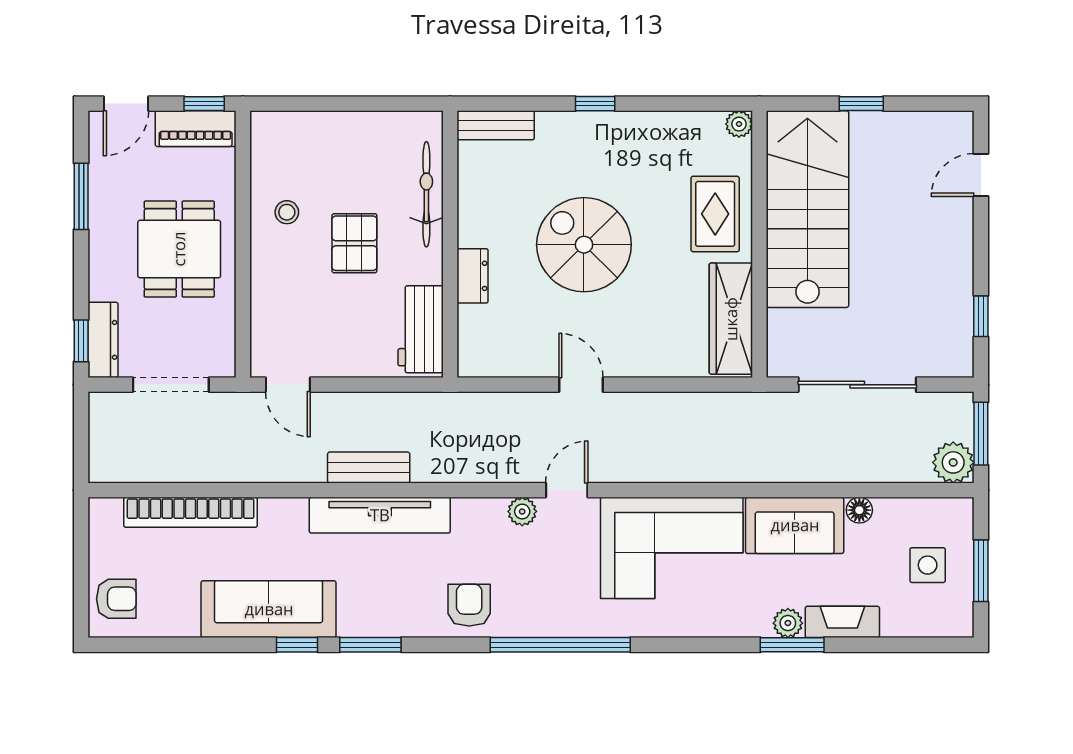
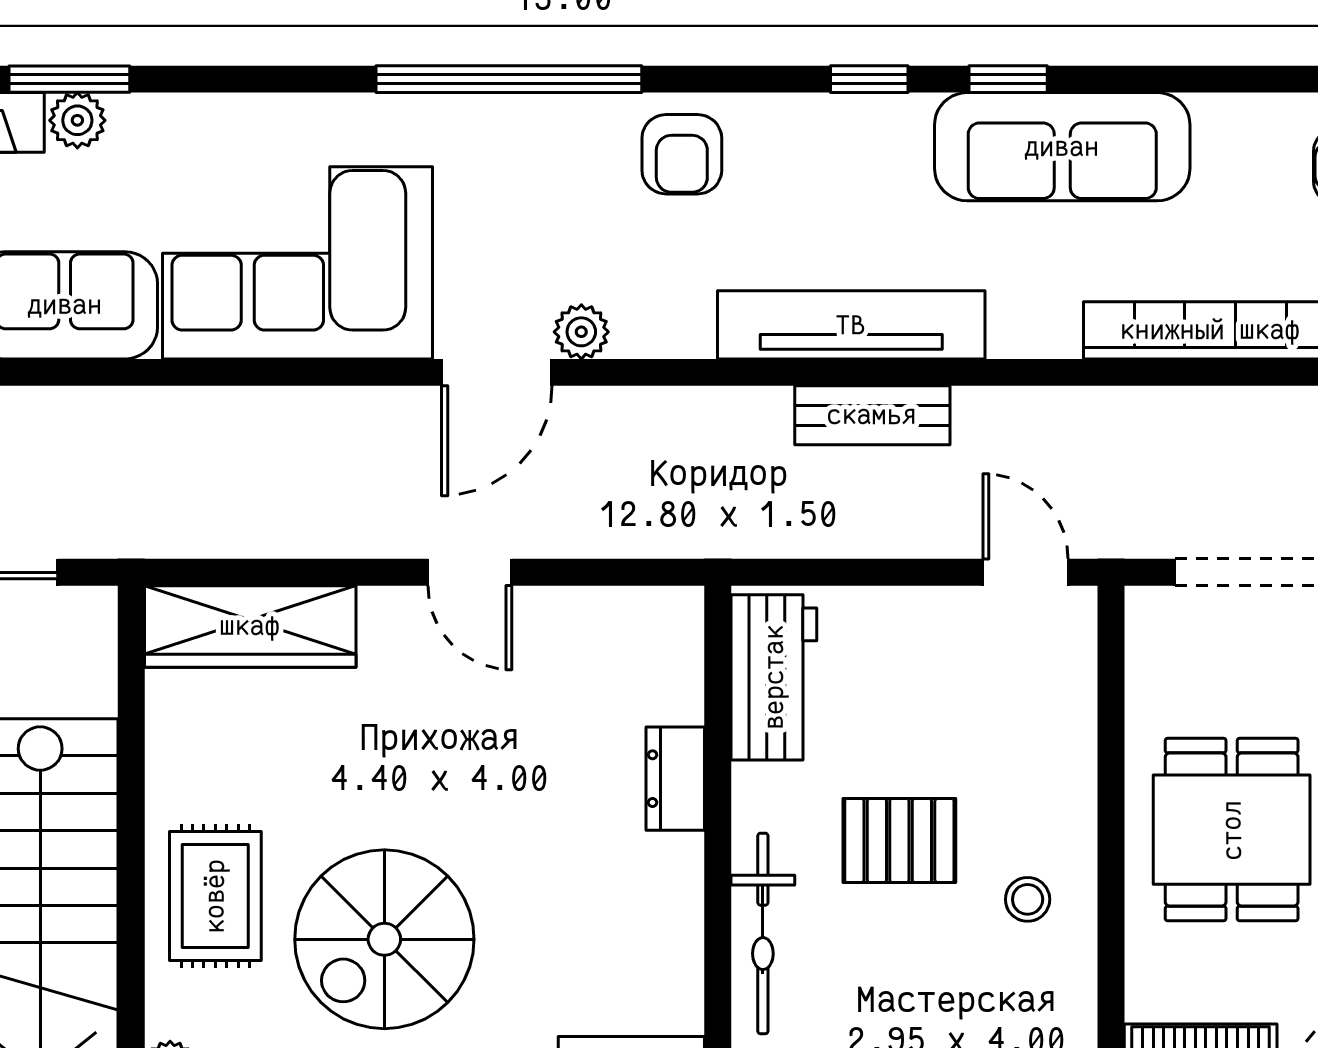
pallet: (354, 243) -> (899, 840), turned 90
spiral stairs: (584, 245) -> (384, 939), moved, turned 90
wardrobe: (731, 319) -> (250, 626), moved, turned 90
door: (567, 490) -> (497, 372), width x1.38
window: (370, 645) -> (869, 79), width x0.67

